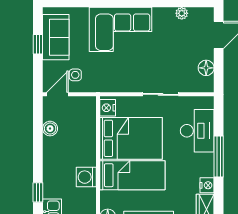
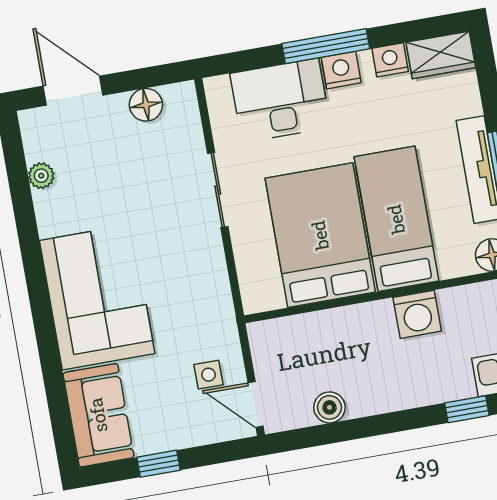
sofa: (56, 37) -> (98, 415), moved, turned 90
nightstand: (108, 108) -> (341, 70), moved, turned 180

